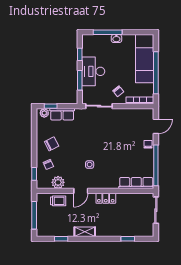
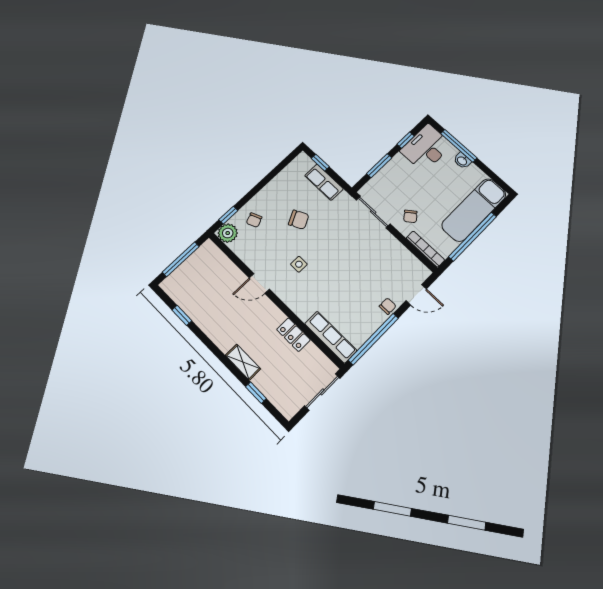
desk: (93, 71) -> (426, 148), moved
plant: (44, 113) -> (306, 163), removed
chair: (52, 144) -> (299, 220), moved
plant: (58, 182) -> (228, 233), moved
locker: (106, 198) -> (293, 335), moved
trolley: (58, 201) -> (223, 270), removed
shelving: (85, 232) -> (243, 362), moved

